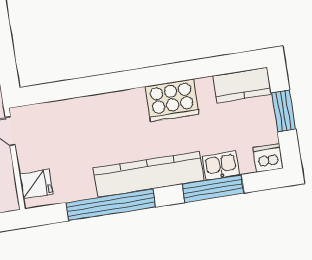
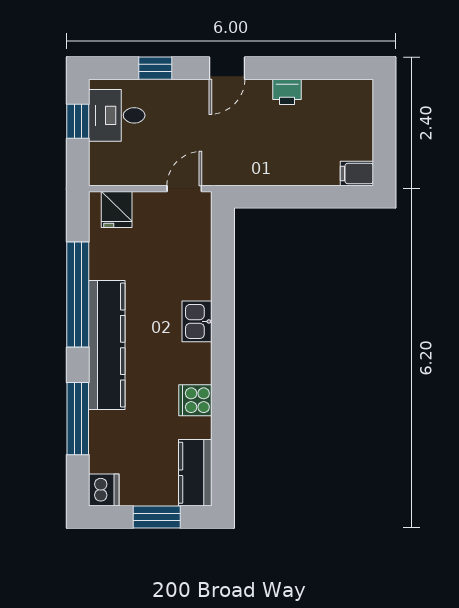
cooker: (172, 100) -> (195, 400), width x0.53, depth x0.76
kitchen sink: (221, 166) -> (197, 321), moved, turned 180

